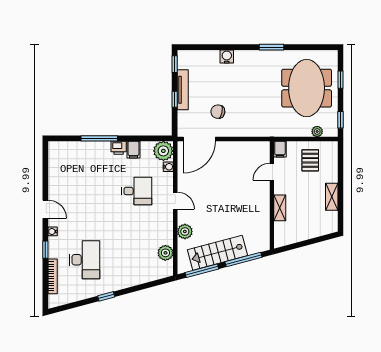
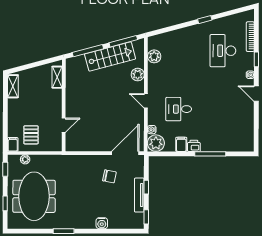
filing cabinet: (280, 149) -> (13, 144), moved
shelving: (332, 197) -> (13, 86), moved
shelving: (280, 208) -> (57, 77), moved

